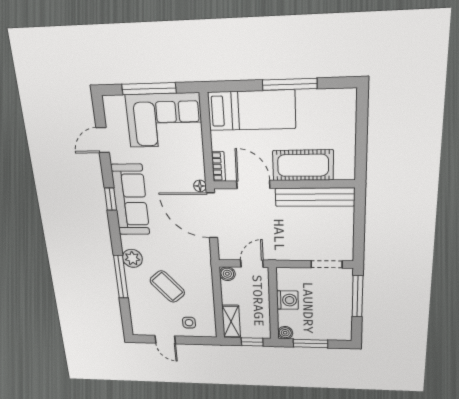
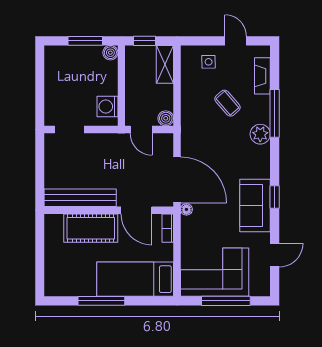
sofa: (130, 200) -> (255, 205), width x0.73
door: (252, 264) -> (141, 130), hinge flipped
coffee table: (167, 287) -> (228, 103), width x0.73, depth x0.77
window: (357, 296) -> (40, 96), removed
washing machine: (287, 300) -> (107, 107), moved
fireplace: (137, 310) -> (262, 76), added

